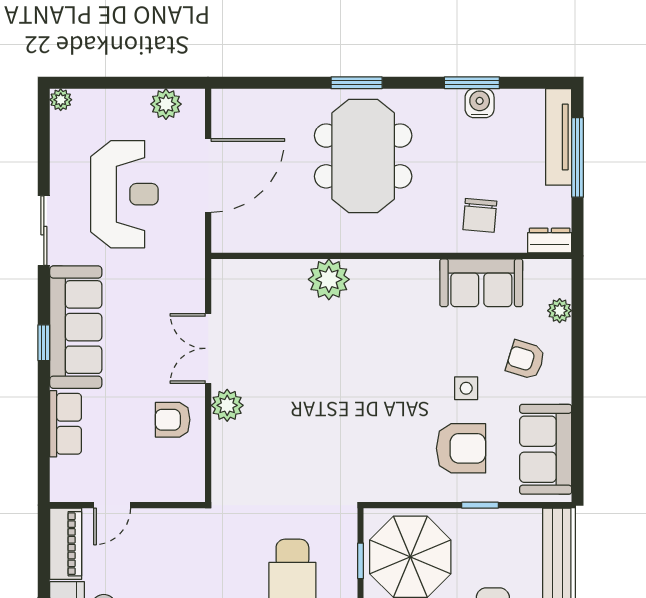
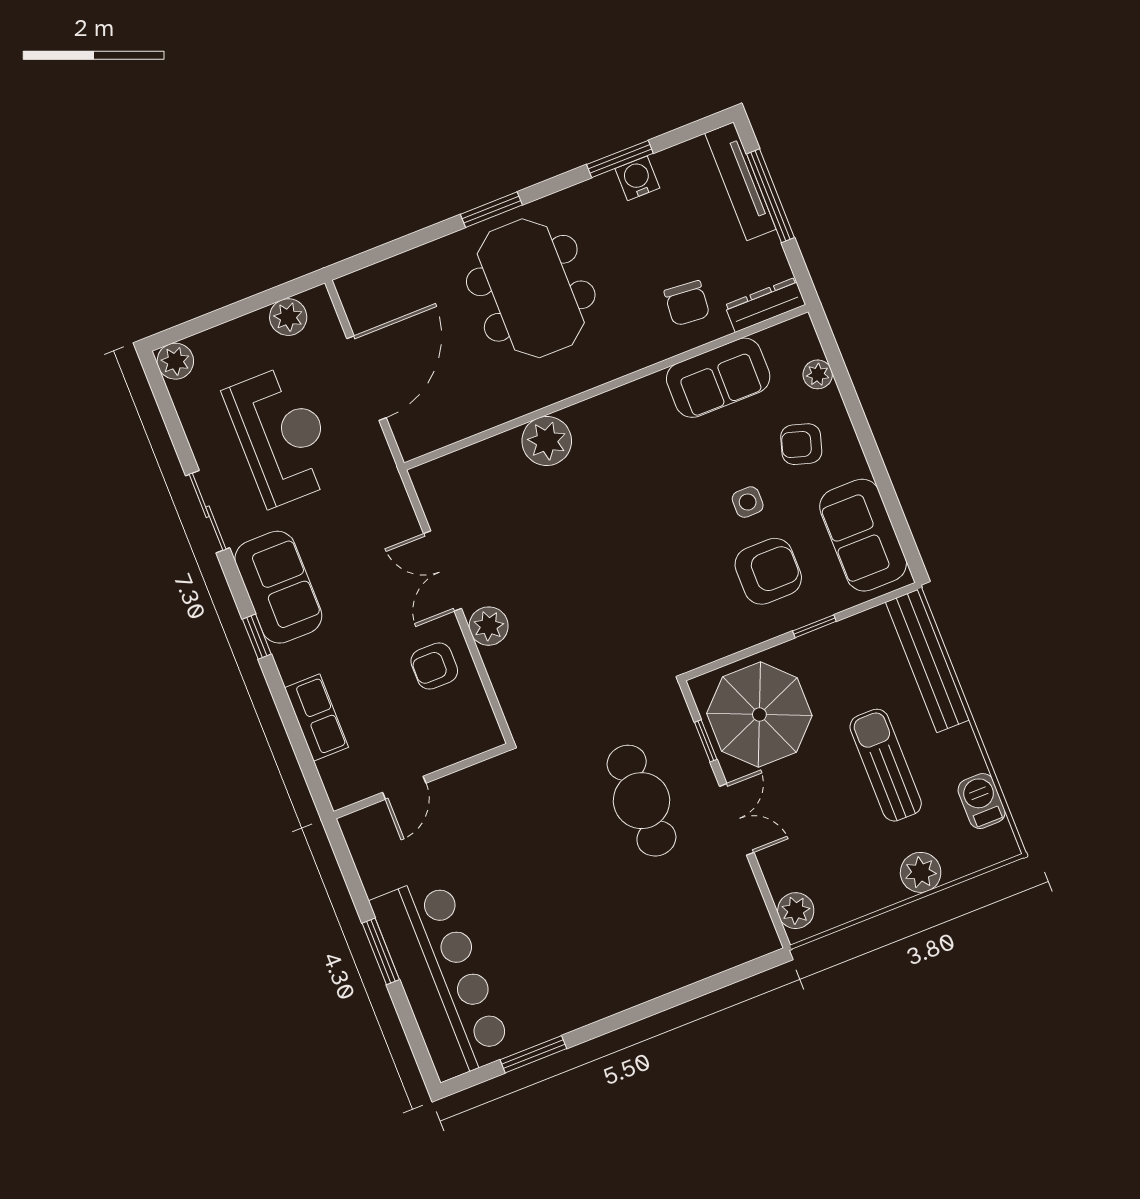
plant: (61, 100) -> (175, 361), width x1.38, depth x1.38
dresser: (550, 241) -> (765, 305), width x1.44
sofa: (76, 327) -> (278, 587), width x0.73
piano: (66, 544) -> (369, 851), removed

